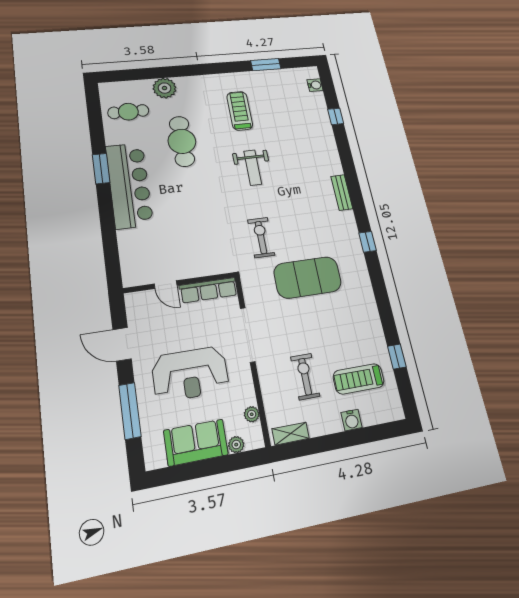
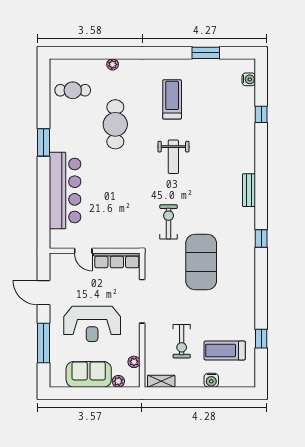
plant: (165, 88) -> (113, 64), width x0.53, depth x0.53
bar counter: (129, 185) -> (65, 191), moved
exercise mat: (308, 277) -> (201, 262), turned 90
exercise bike: (305, 377) -> (182, 341), turned 180

